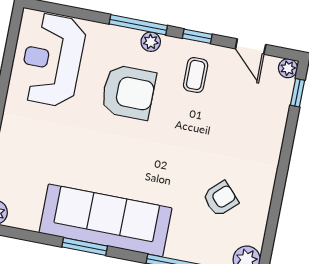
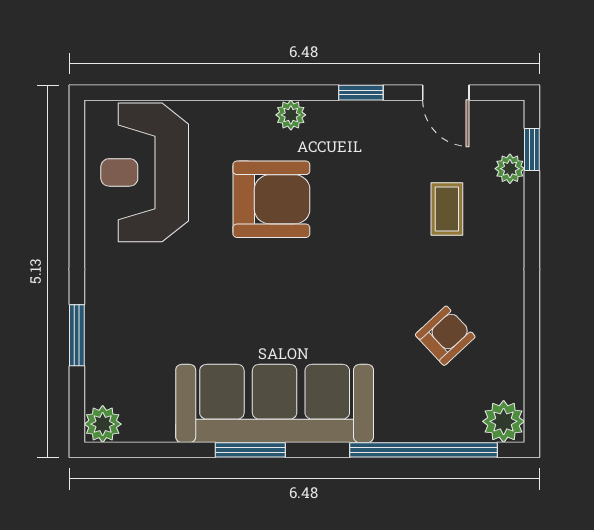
window: (138, 25) -> (266, 93), removed
plant: (288, 68) -> (510, 169), moved
coffee table: (196, 75) -> (447, 209), moved

